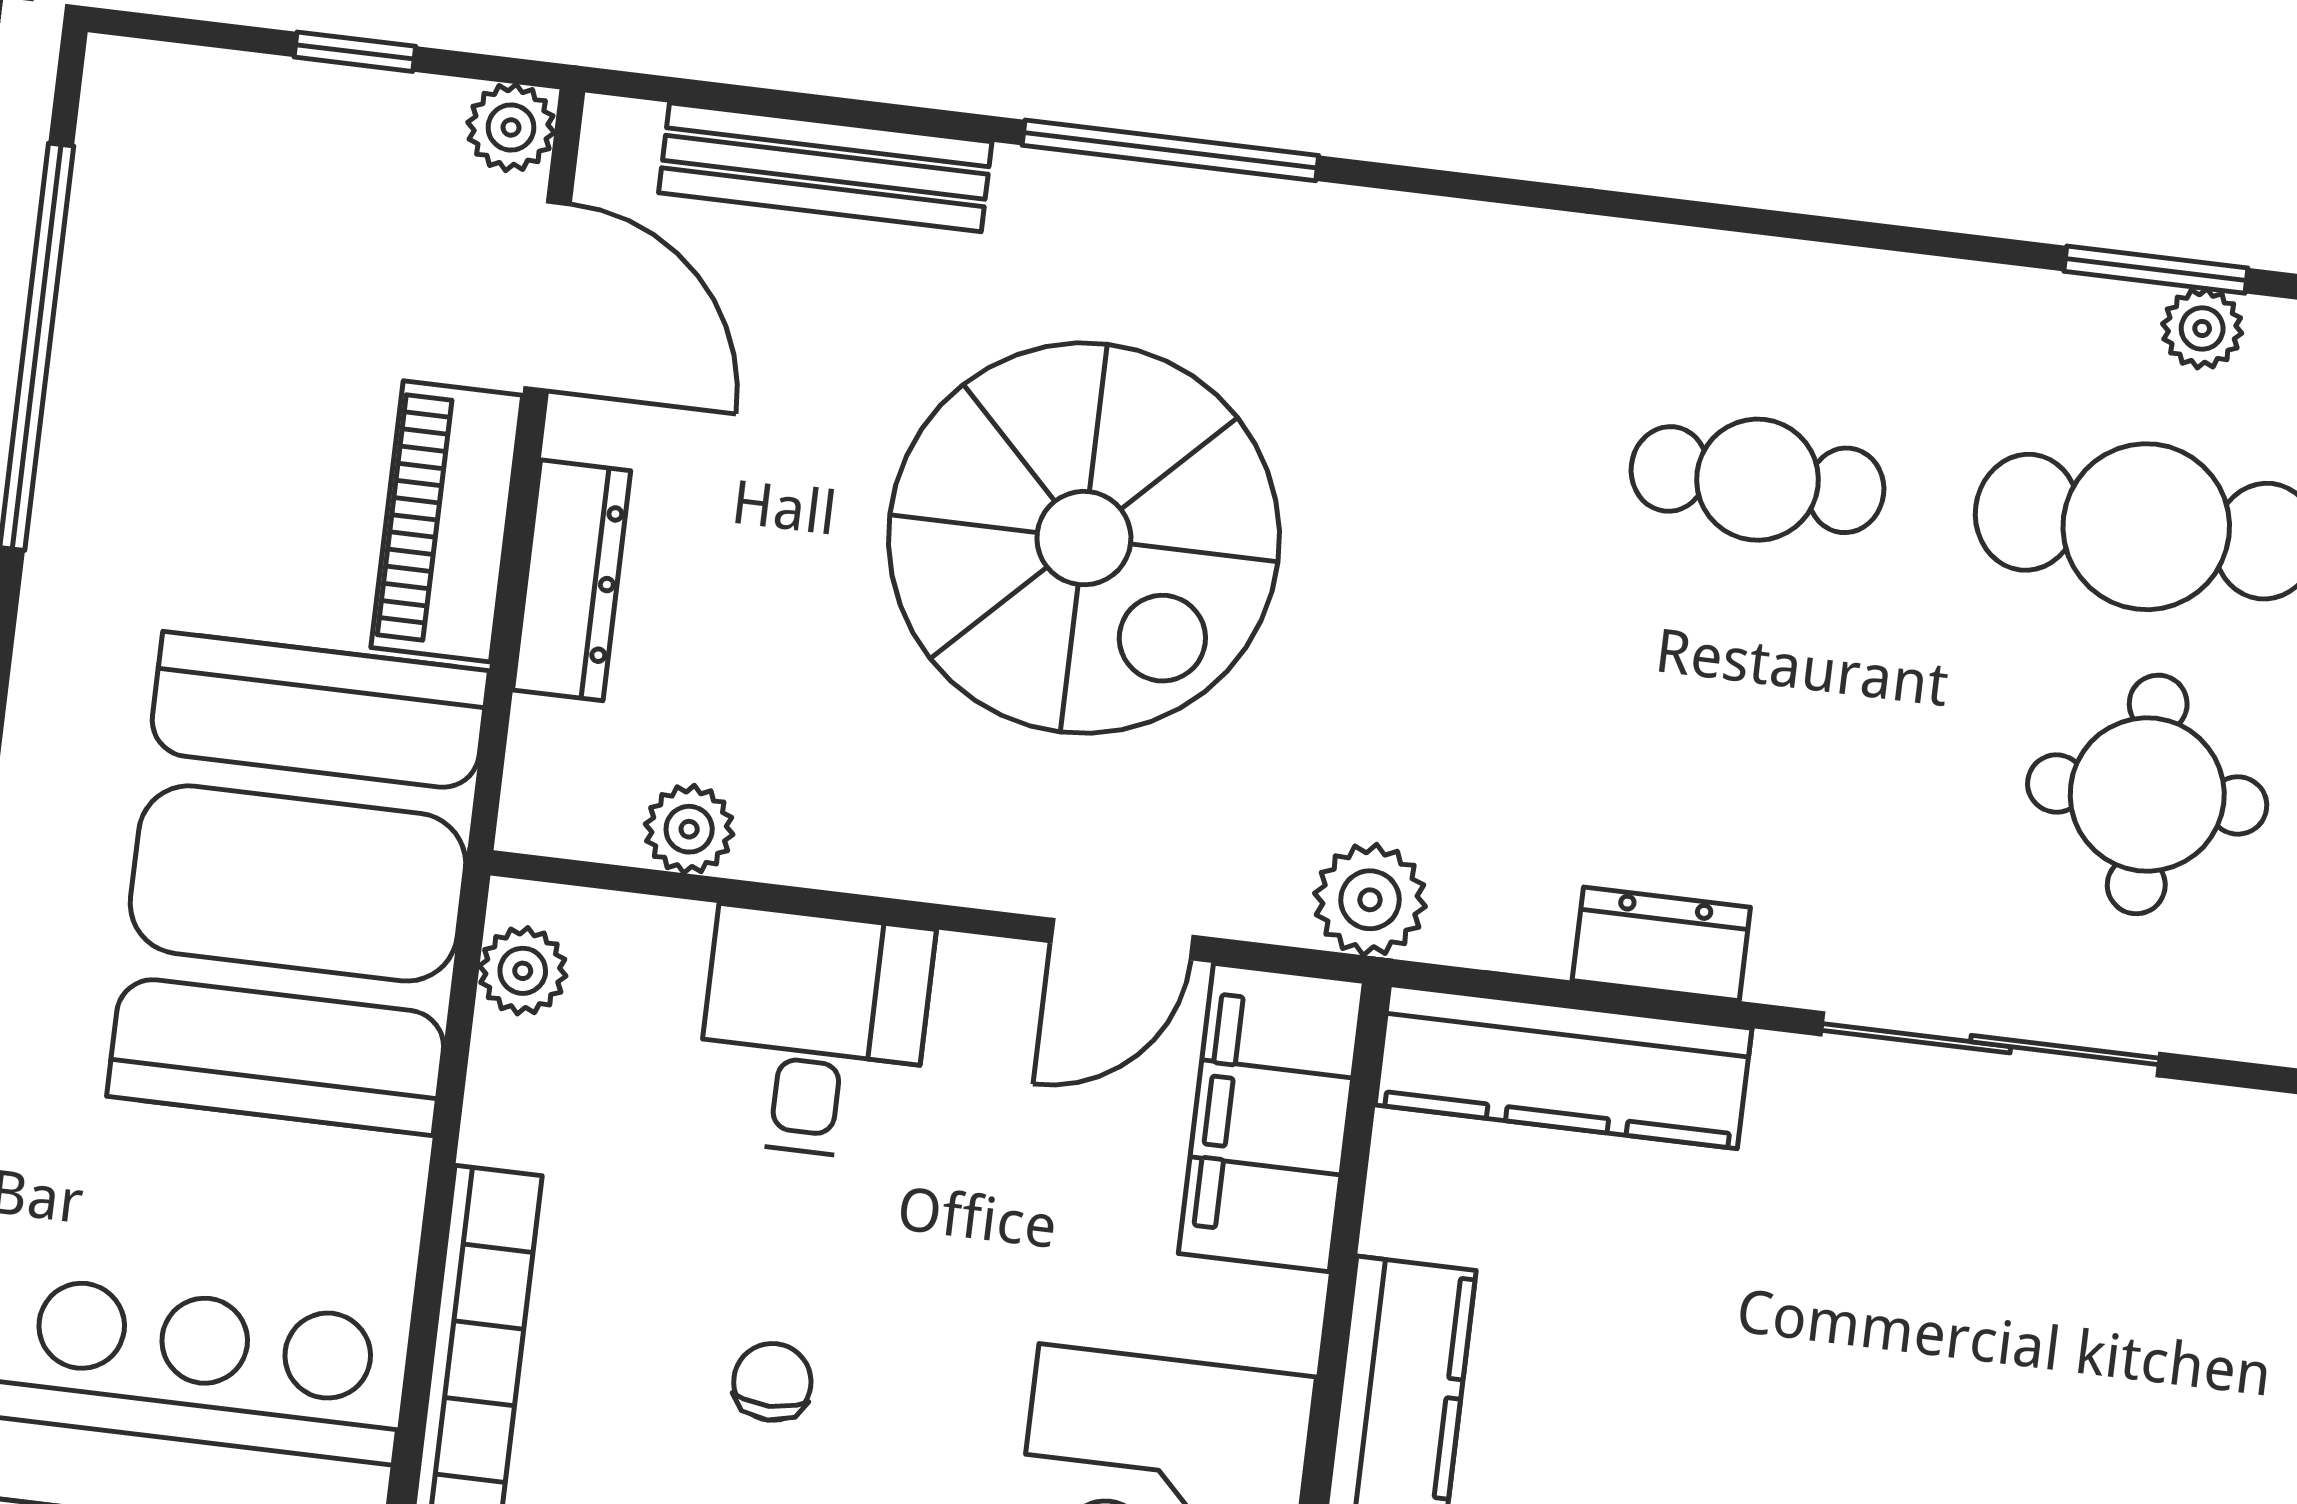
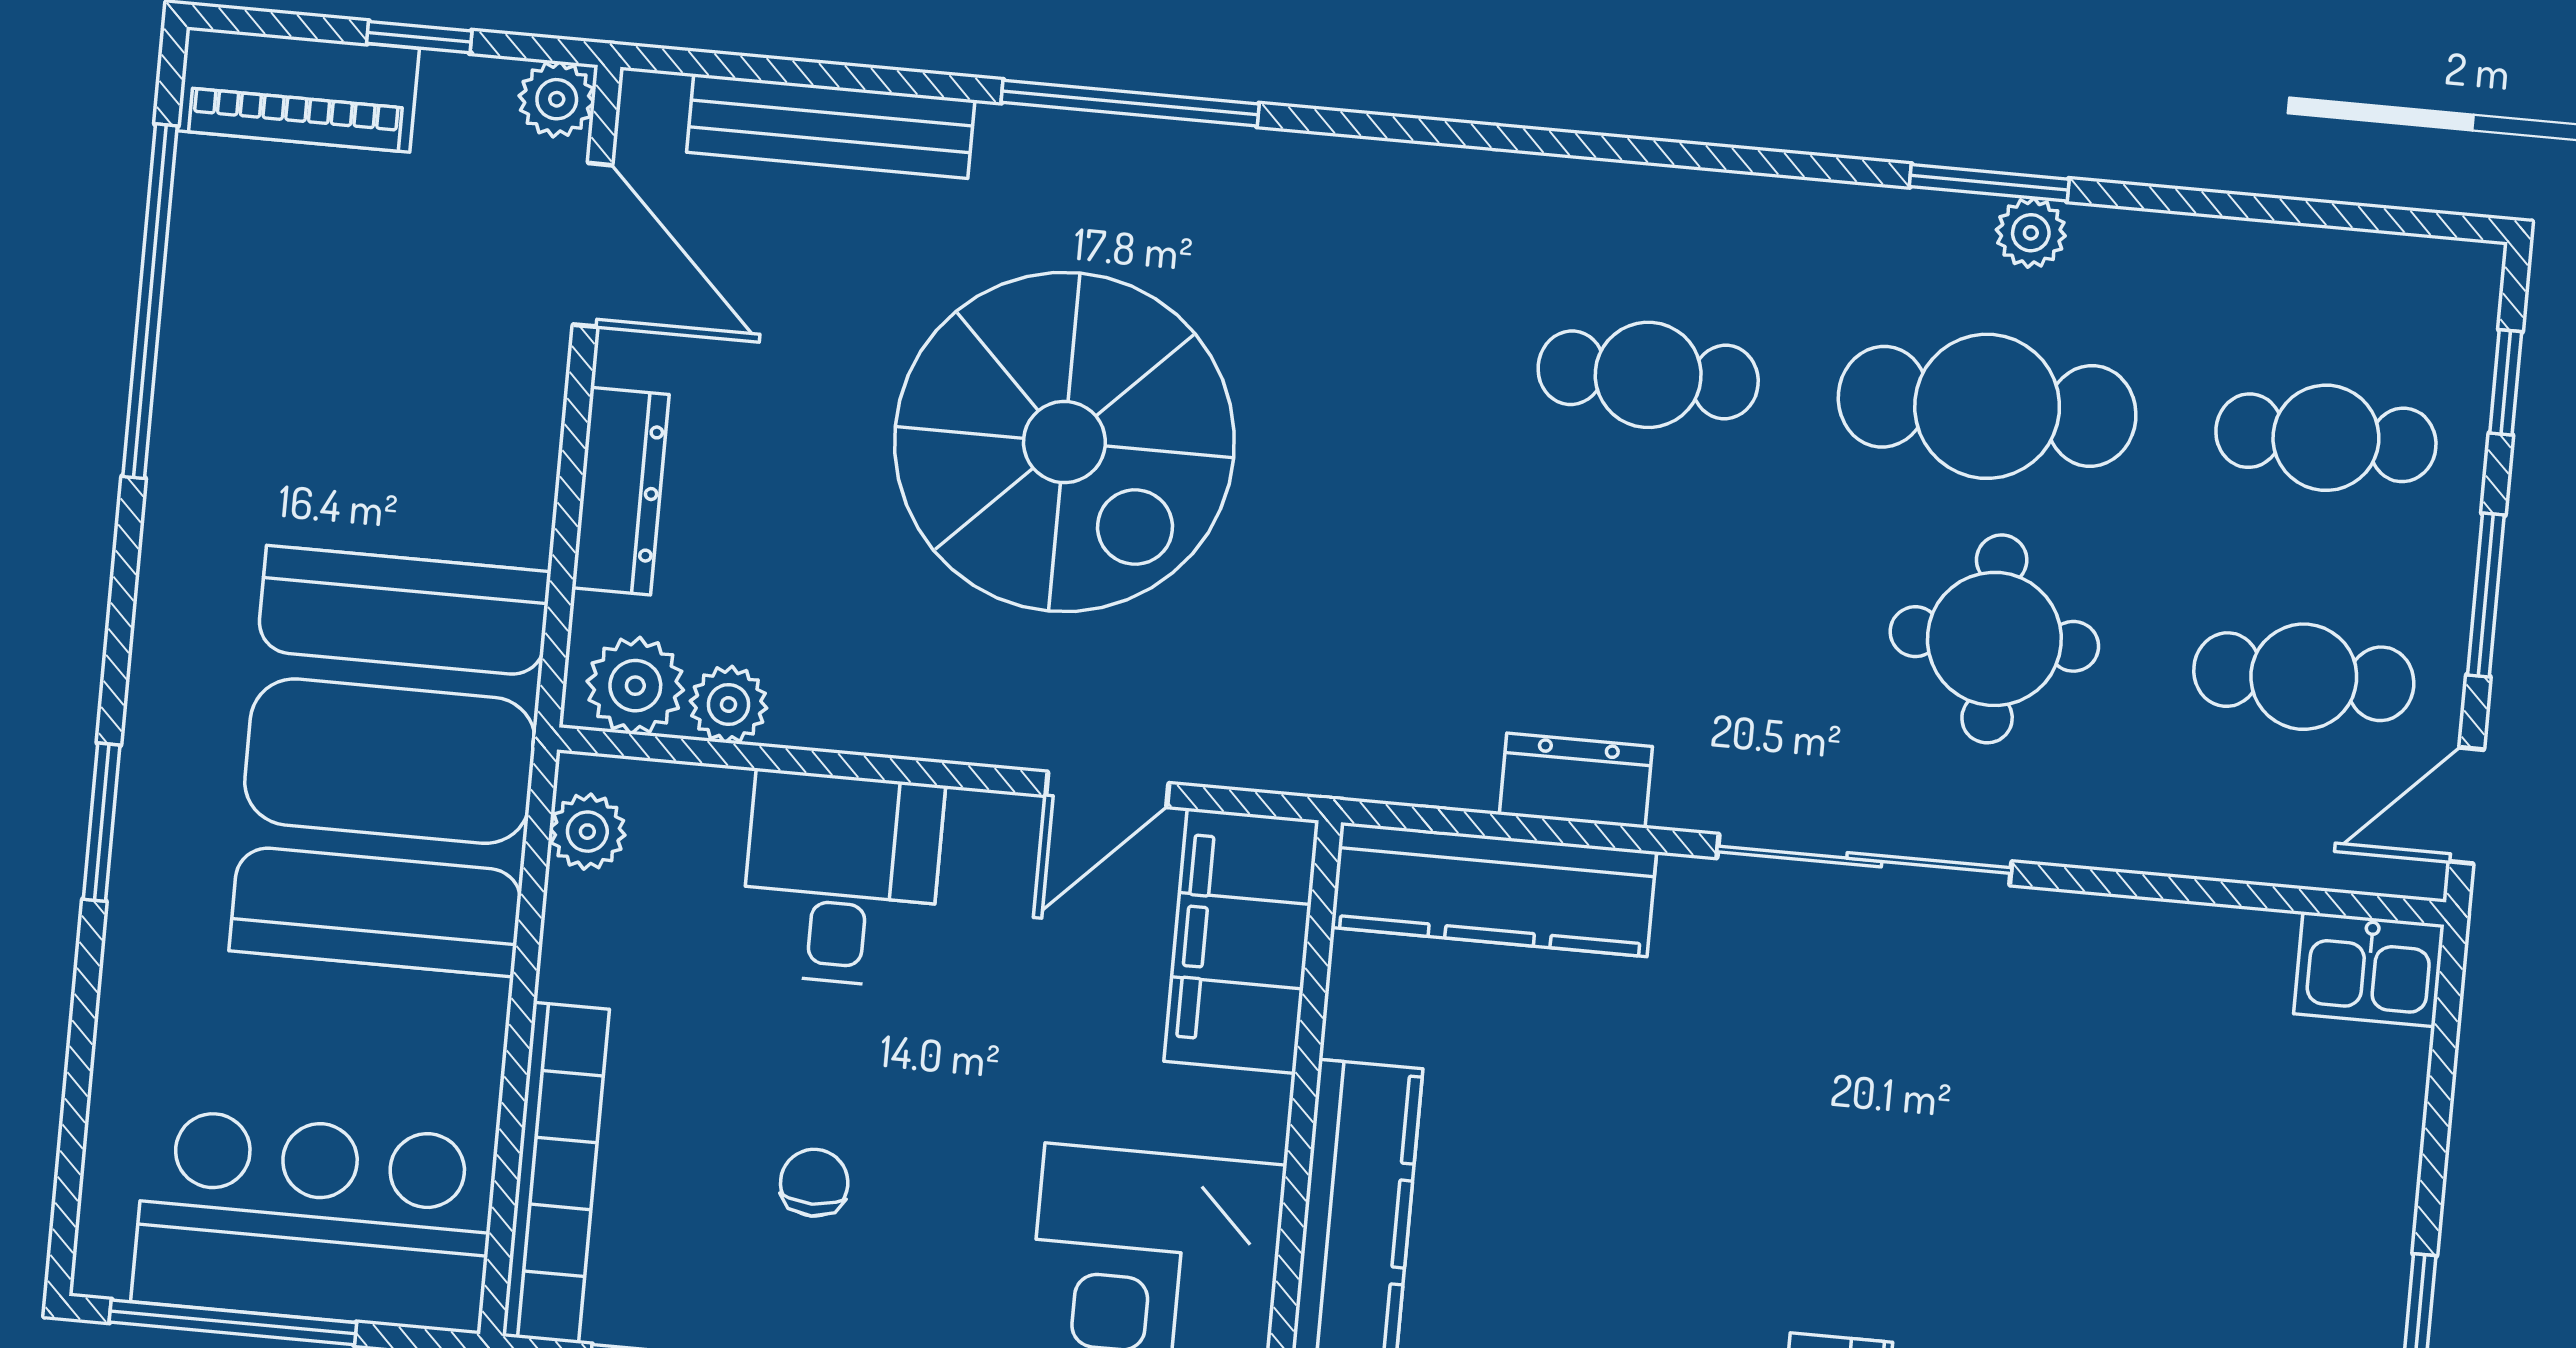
piano: (447, 521) -> (298, 90), moved, turned -90
plant: (1370, 900) -> (635, 686), moved

